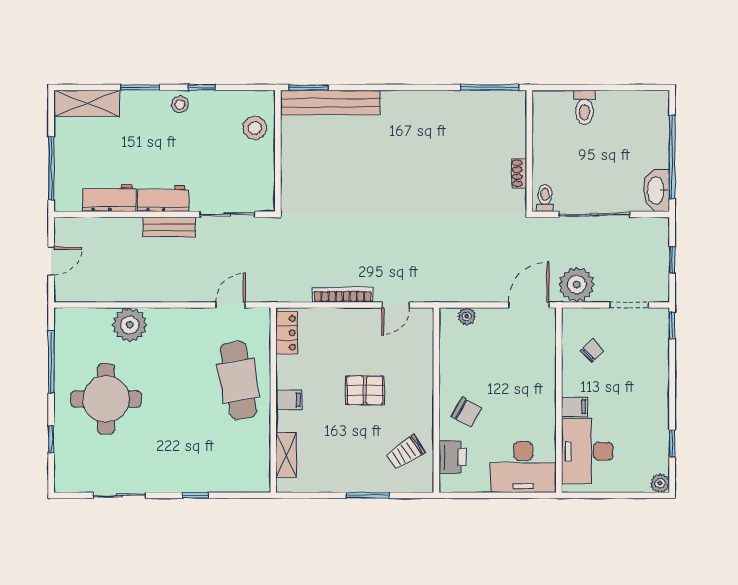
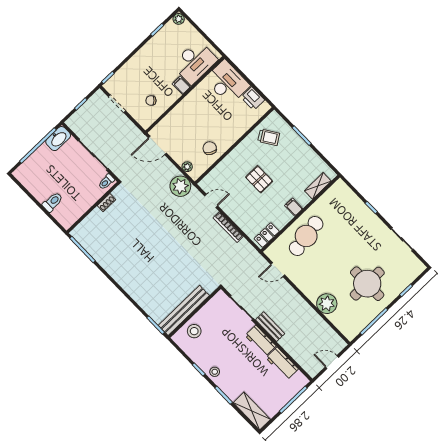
bench: (330, 103) -> (184, 310), moved, turned 90
plant: (577, 285) -> (180, 186), moved
chair: (467, 412) -> (210, 148), moved
printer: (453, 457) -> (253, 99), moved, turned -90

